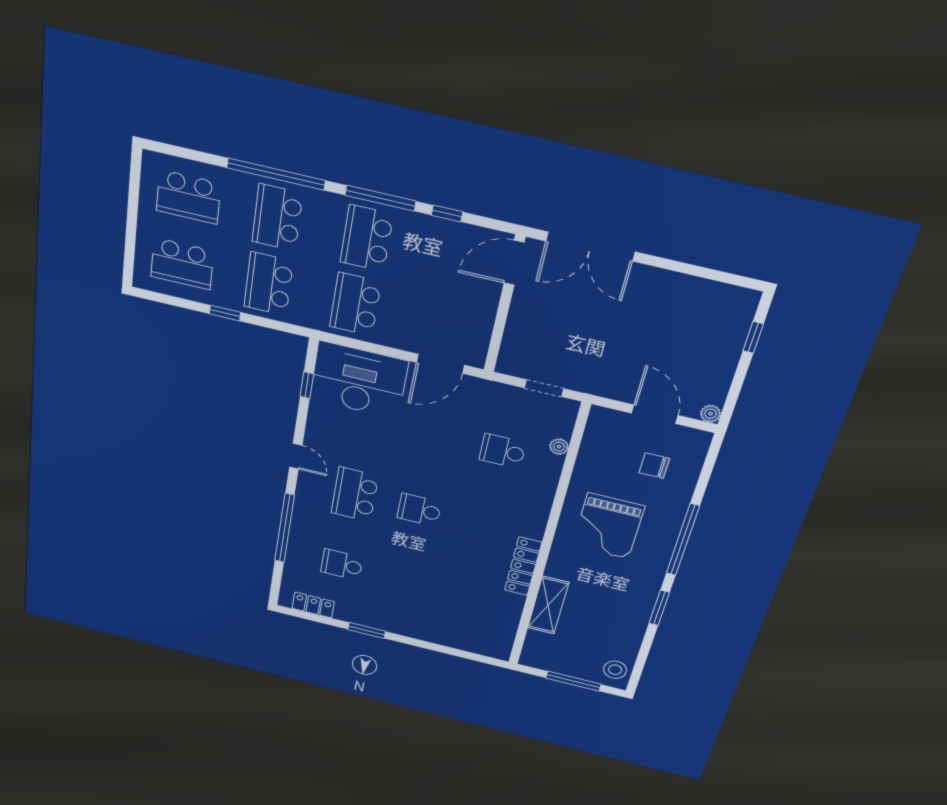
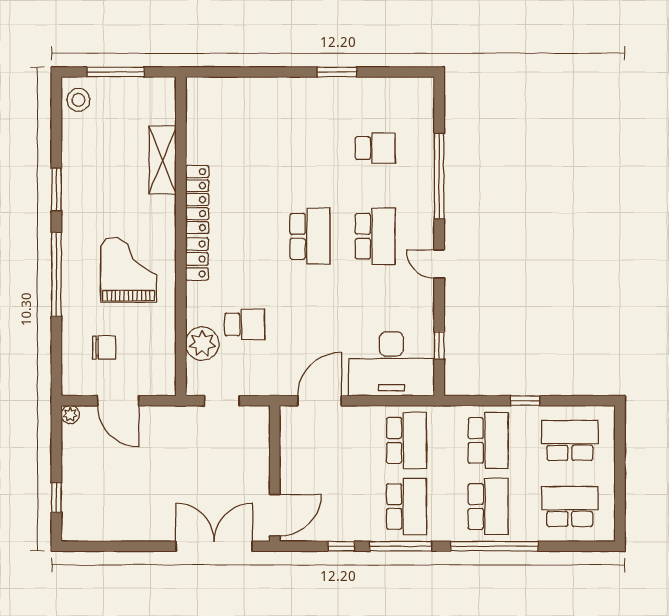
plant: (559, 447) -> (202, 344), width x1.88, depth x1.88
school desk: (419, 510) -> (310, 236), width x1.85
locker: (313, 605) -> (197, 259), moved, turned -90

